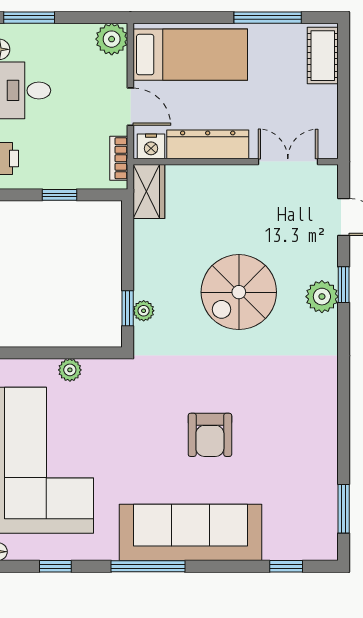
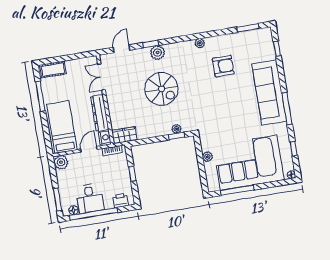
plant: (327, 395) -> (200, 43), added
armchair: (210, 435) -> (223, 66), moved

